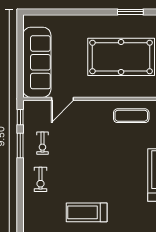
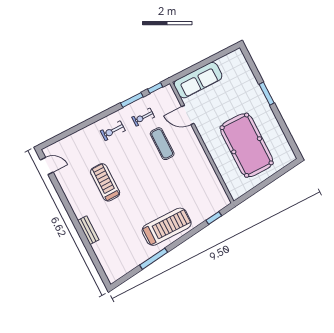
window: (130, 12) -> (267, 94), moved
sofa: (37, 62) -> (198, 80), width x0.74, depth x0.79
exercise mat: (131, 116) -> (162, 144), moved

